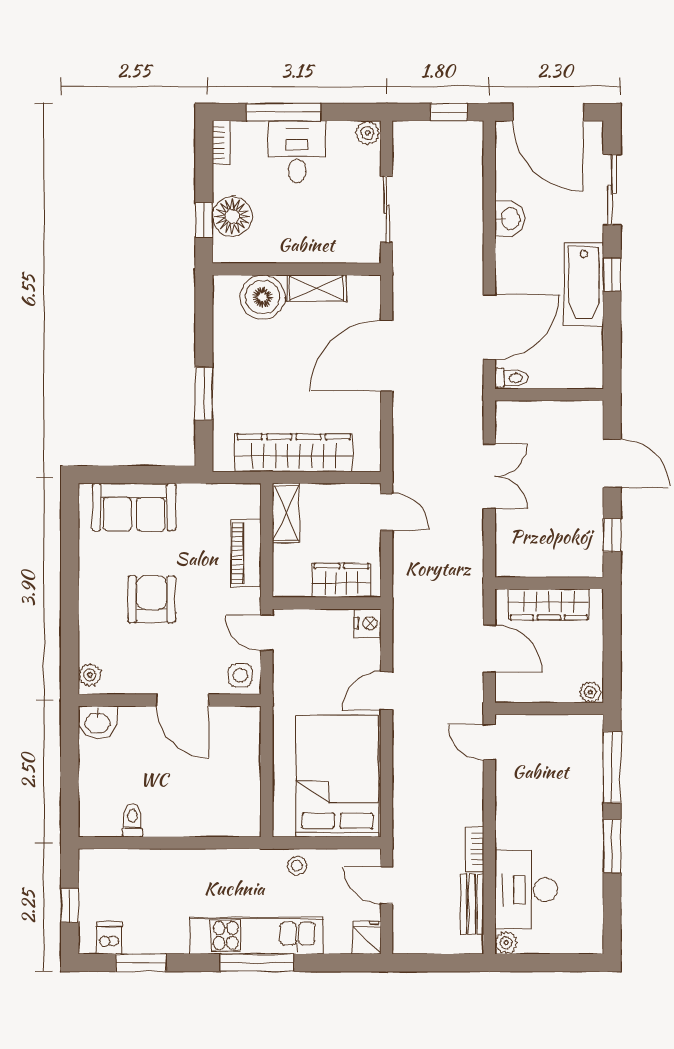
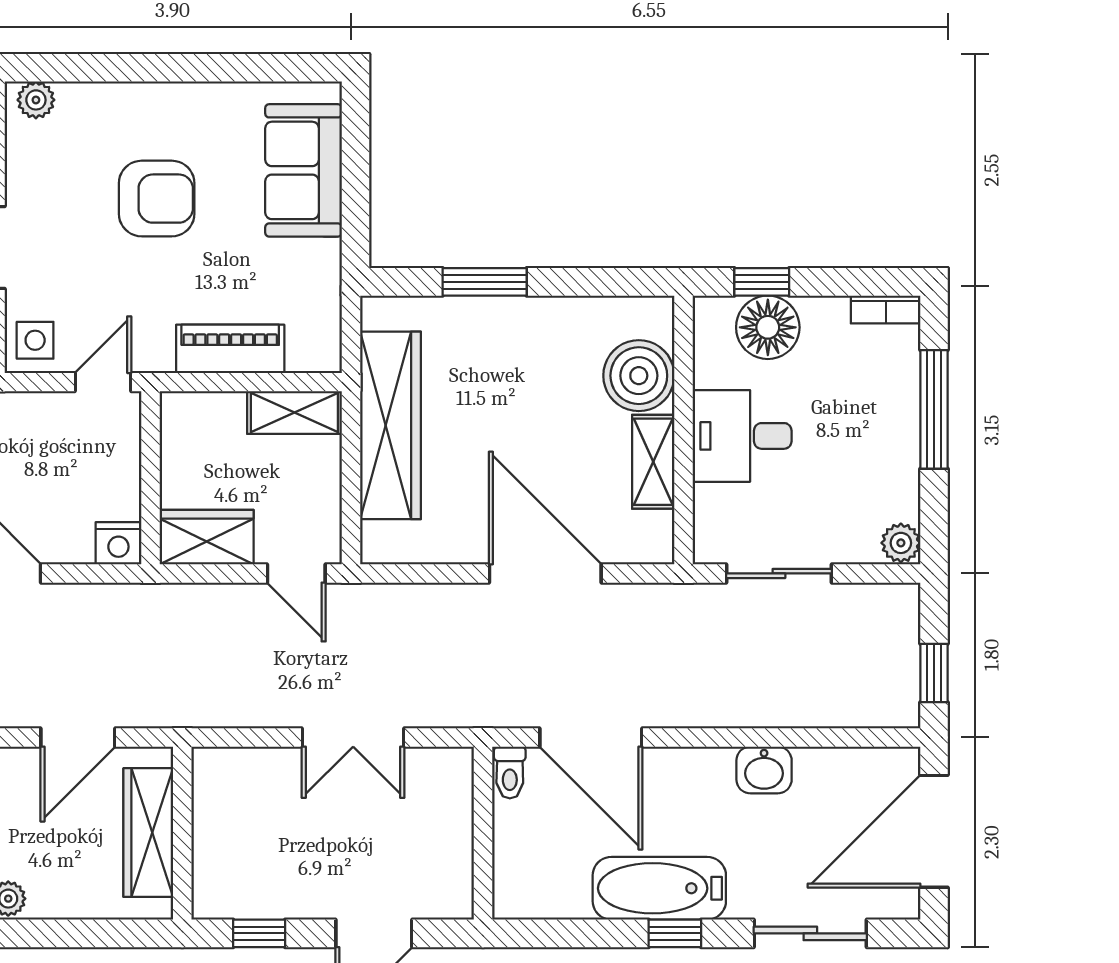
desk: (297, 152) -> (742, 436), moved, turned 180
door: (387, 512) -> (296, 573), hinge flipped
wardrobe: (342, 580) -> (207, 537), moved, turned -90

